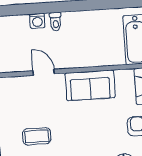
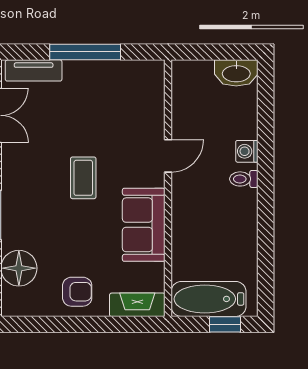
coffee table: (37, 136) -> (83, 178), moved

